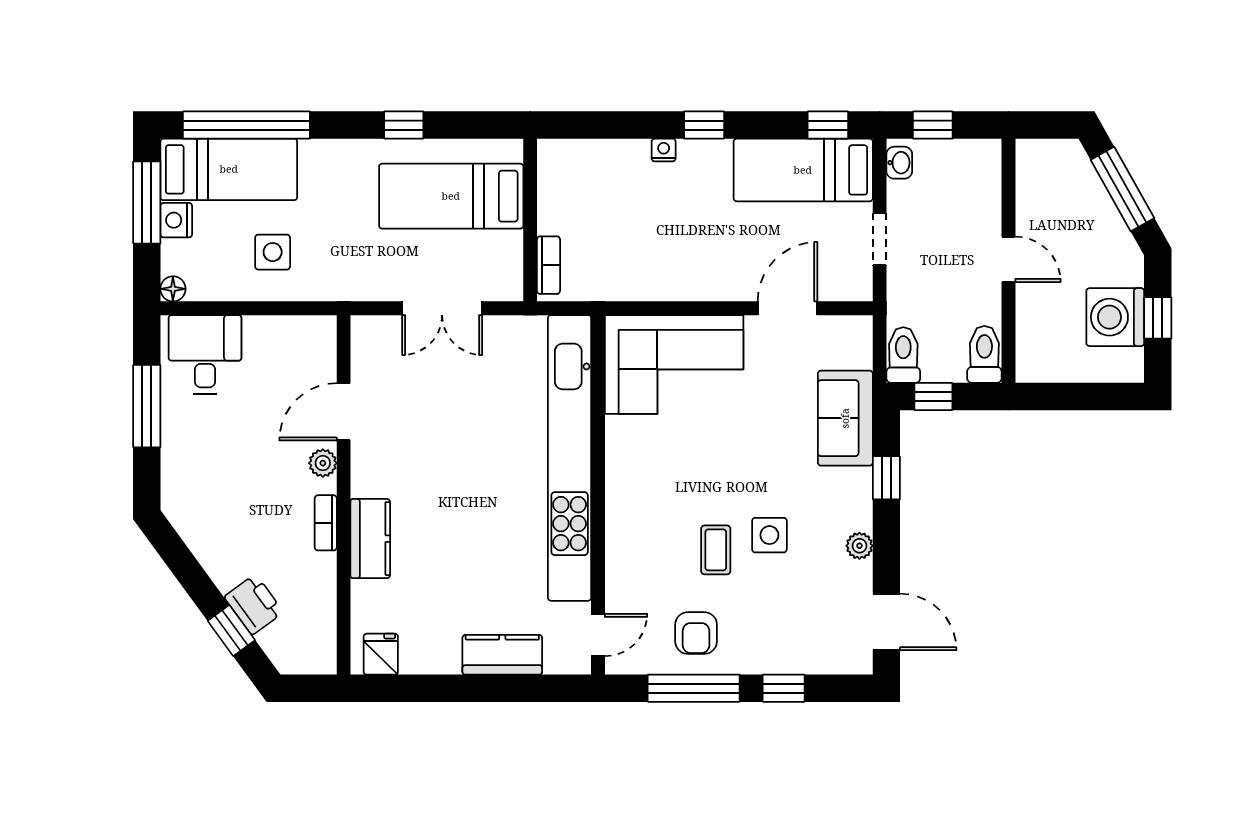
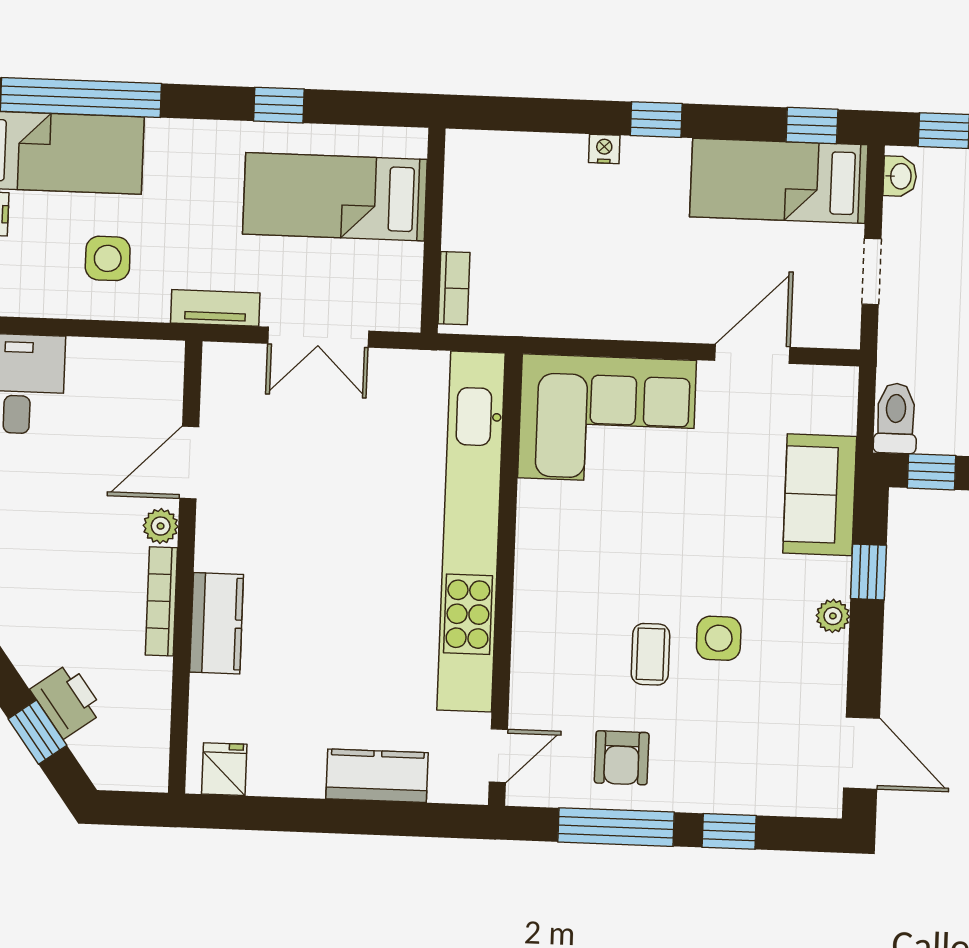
tv unit: (360, 288) -> (215, 308), added
bookcase: (326, 523) -> (161, 601), width x1.56
plant: (859, 546) -> (833, 616), moved

